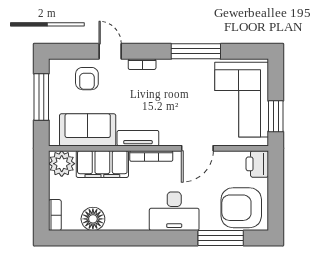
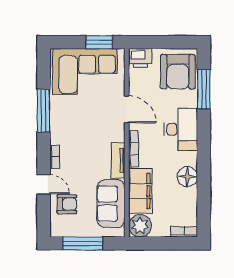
door: (110, 51) -> (44, 184), swing flipped
floor lamp: (93, 219) -> (187, 177), moved

